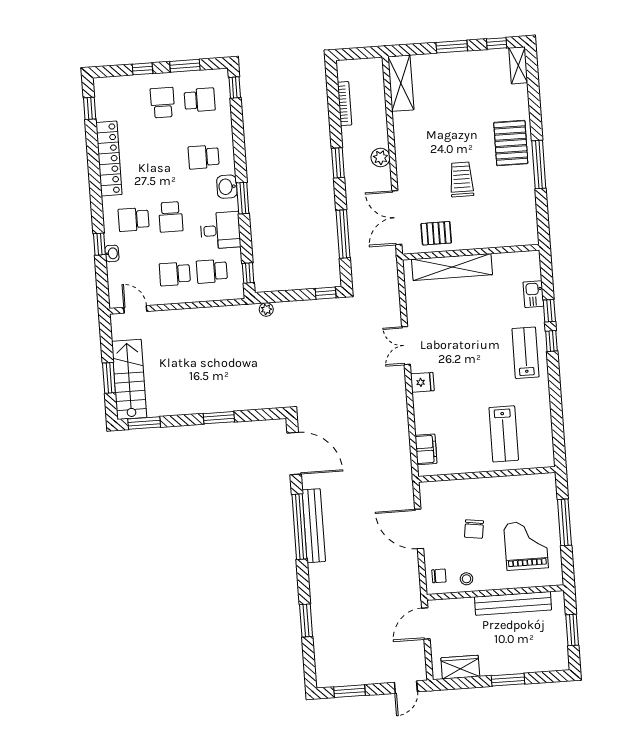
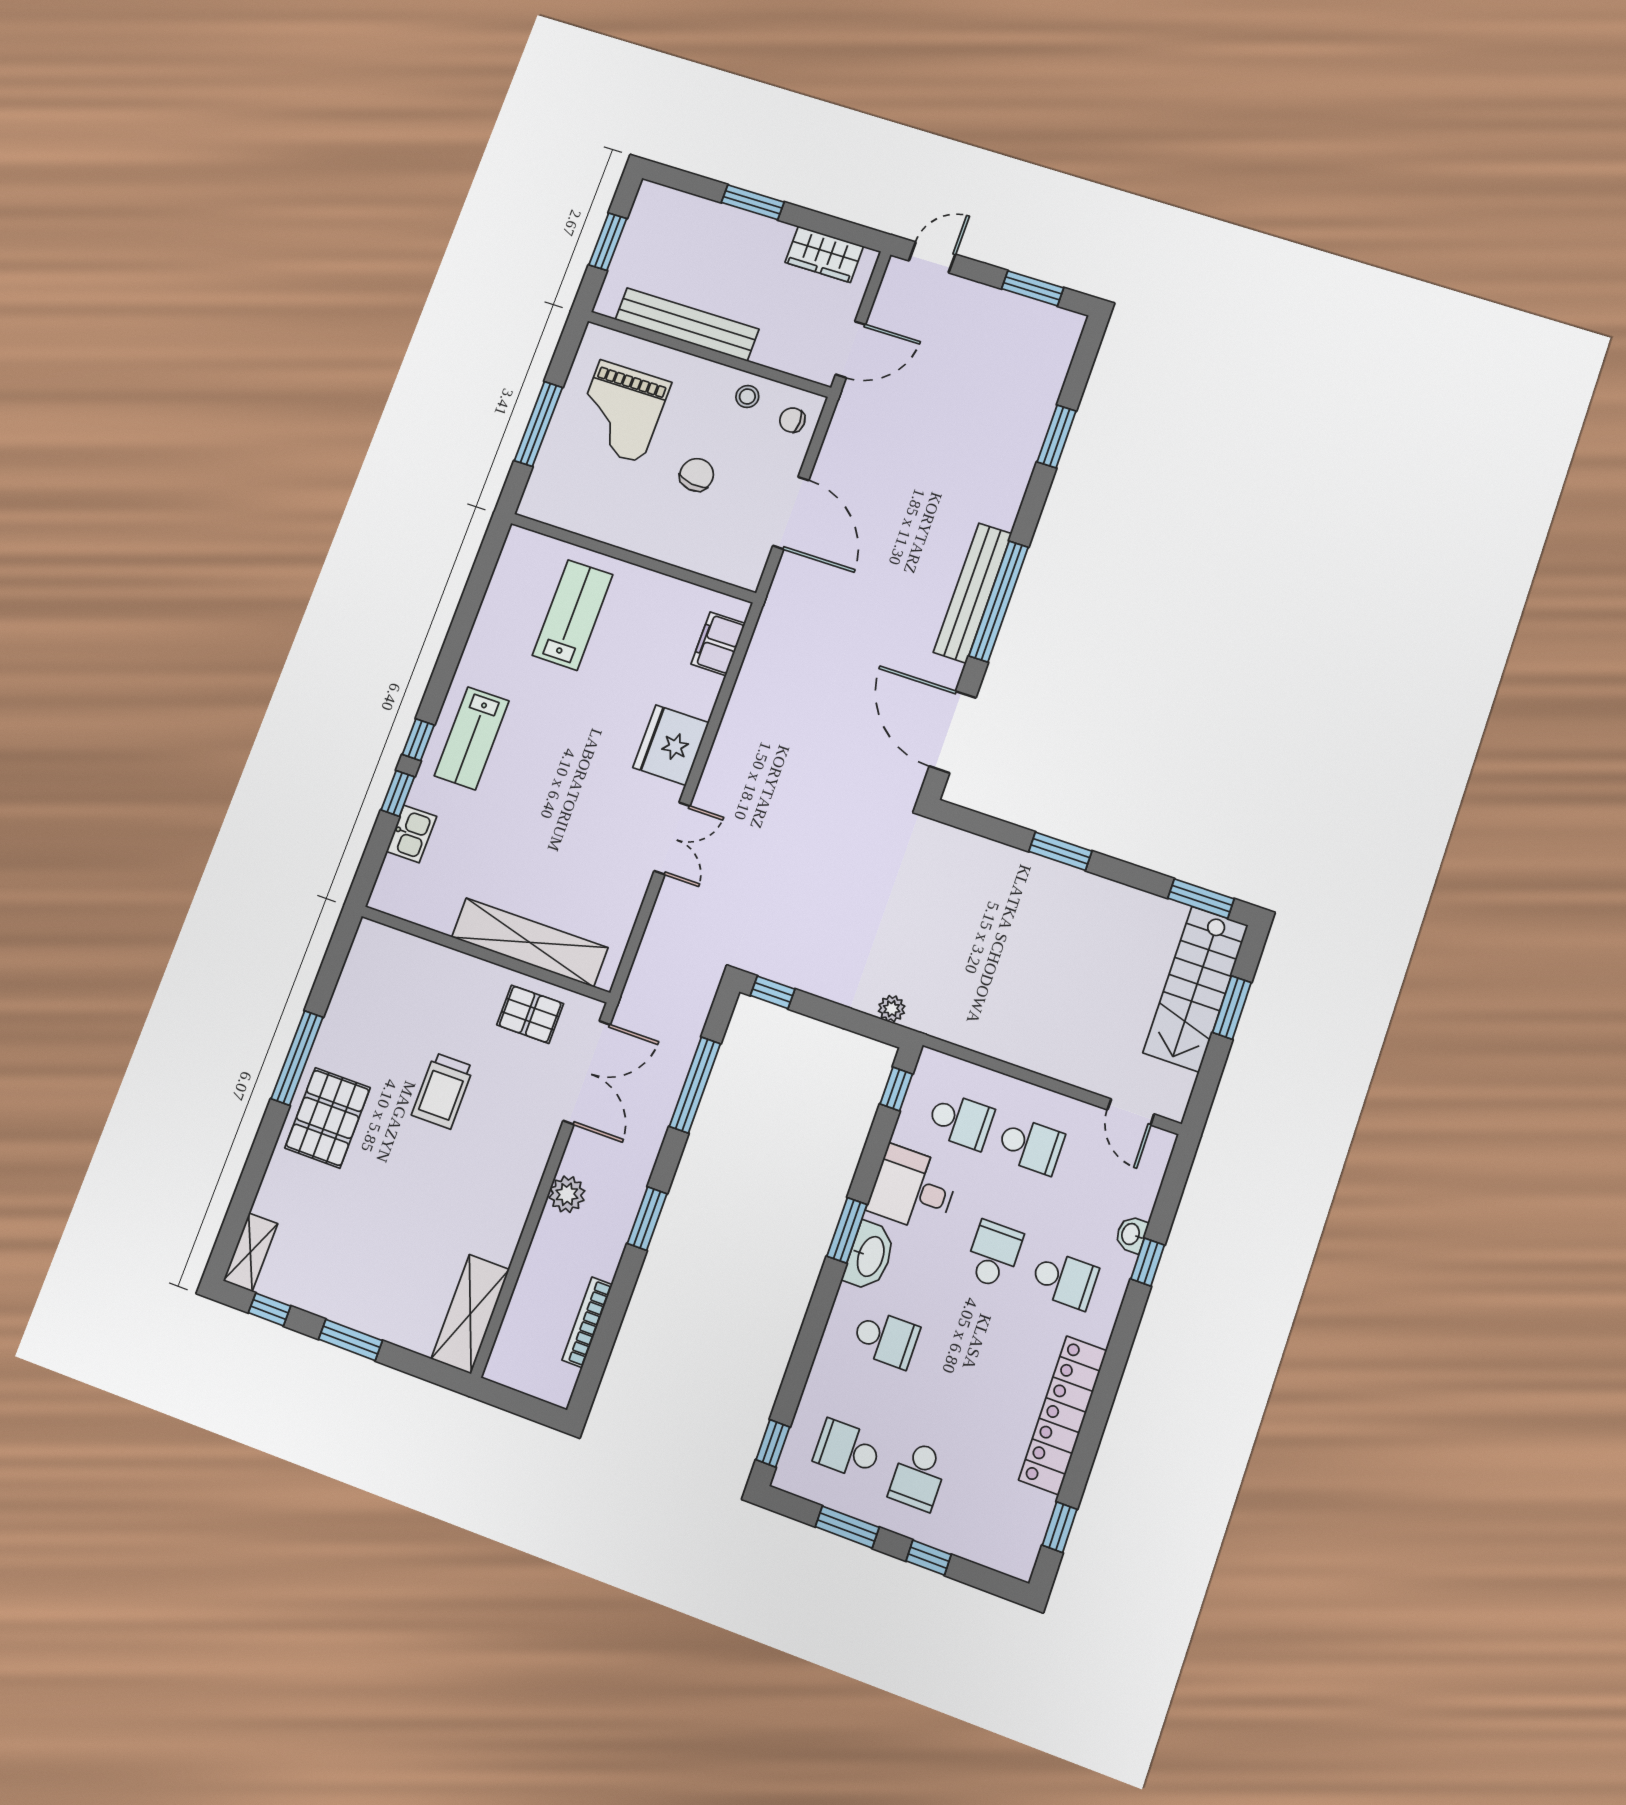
washbasin: (227, 187) -> (870, 1256), width x1.38
fridge: (422, 382) -> (671, 745), width x1.88, depth x1.34

